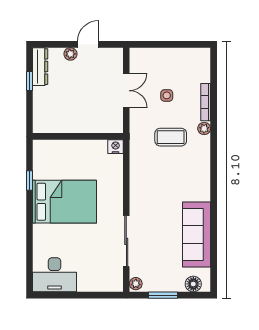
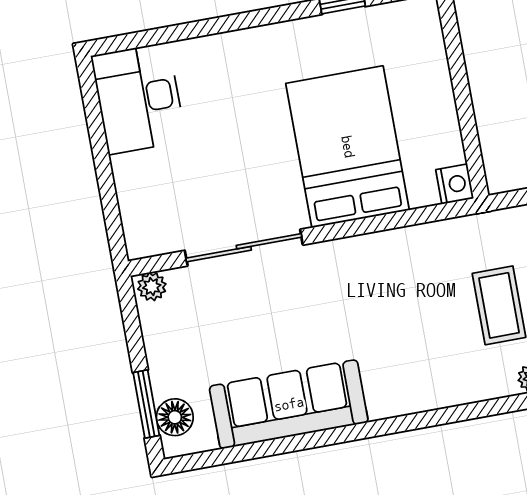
bed: (64, 202) -> (348, 147), moved, turned 180
window: (163, 295) -> (146, 404), moved

